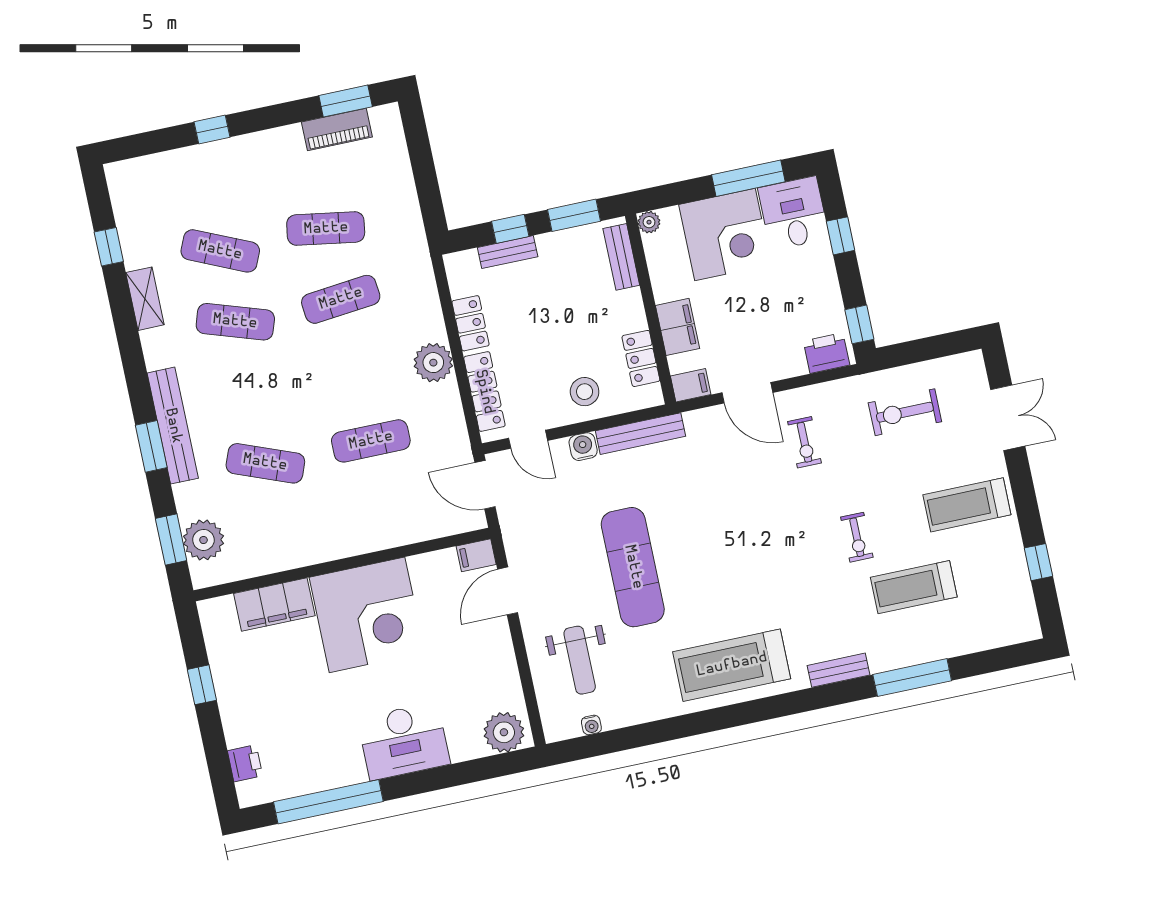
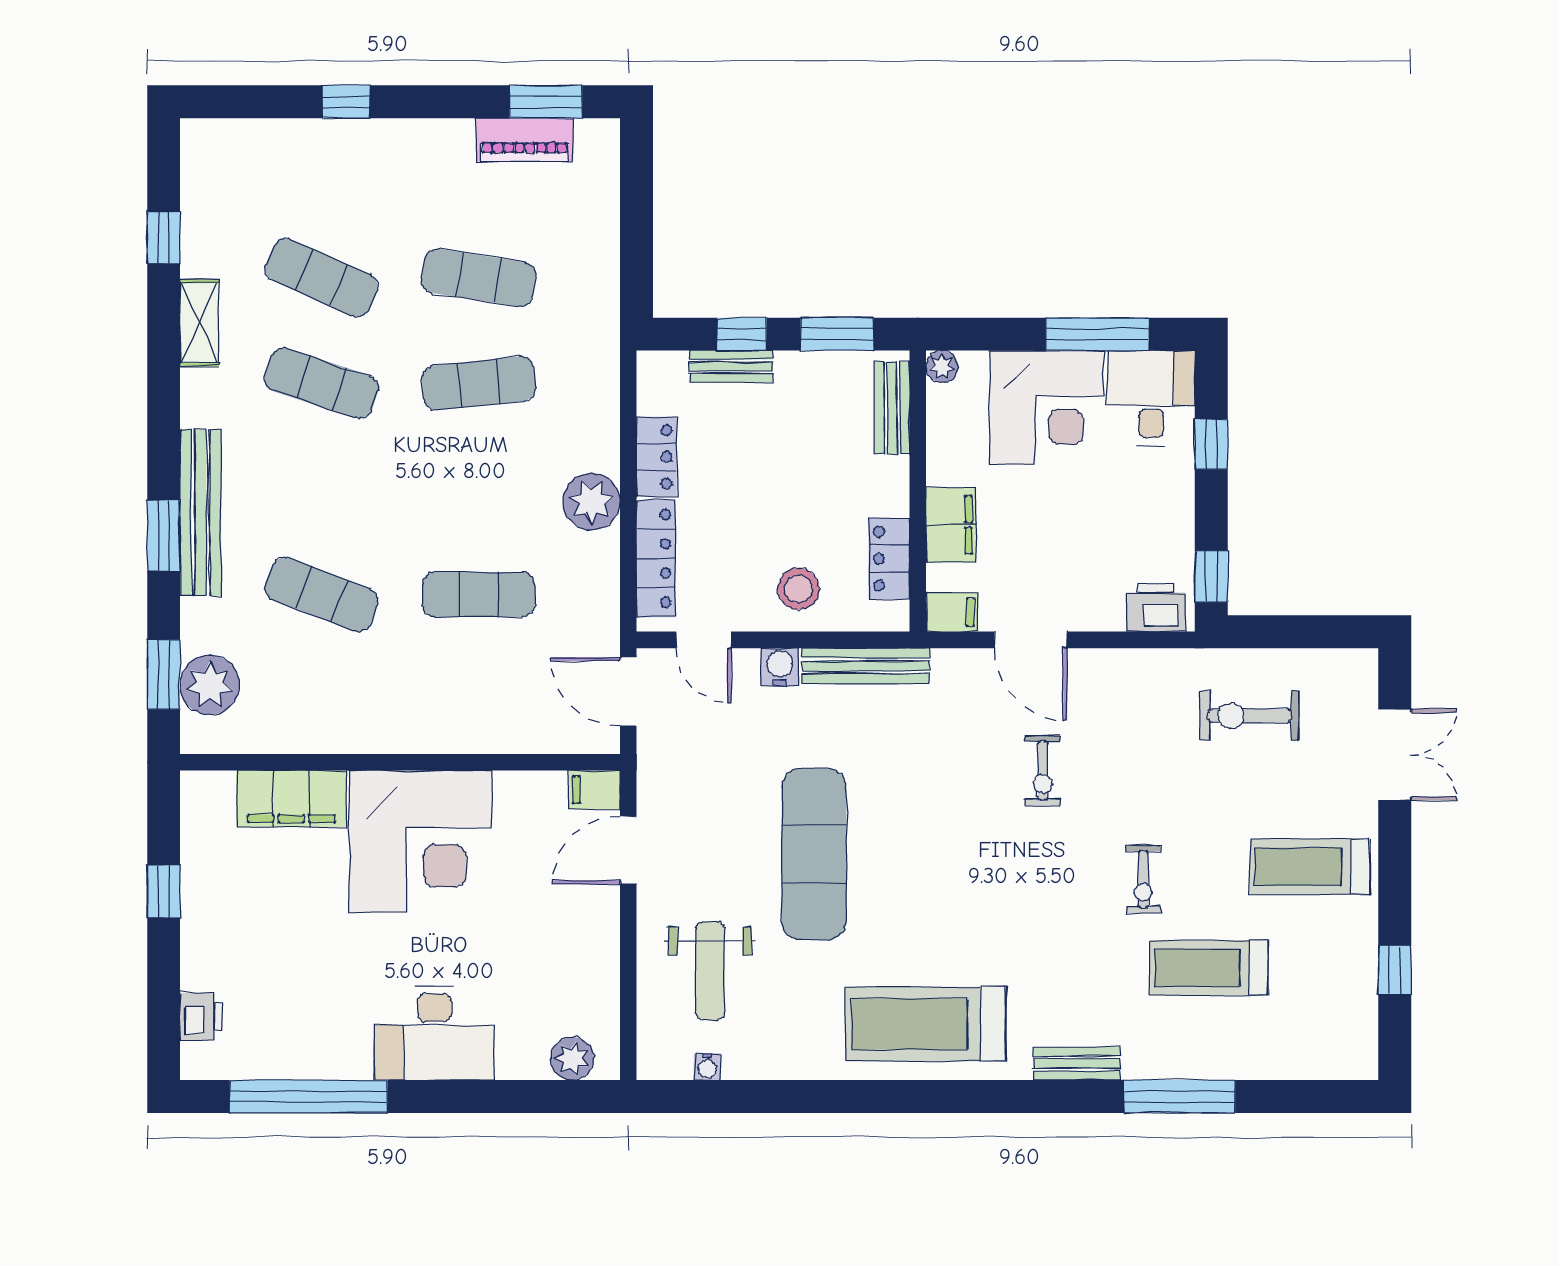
exercise bike: (805, 442) -> (1043, 770), moved
plant: (504, 732) -> (572, 1059), width x0.73, depth x0.73

